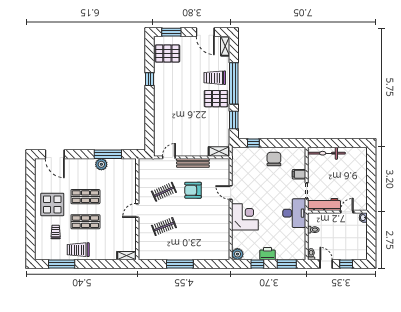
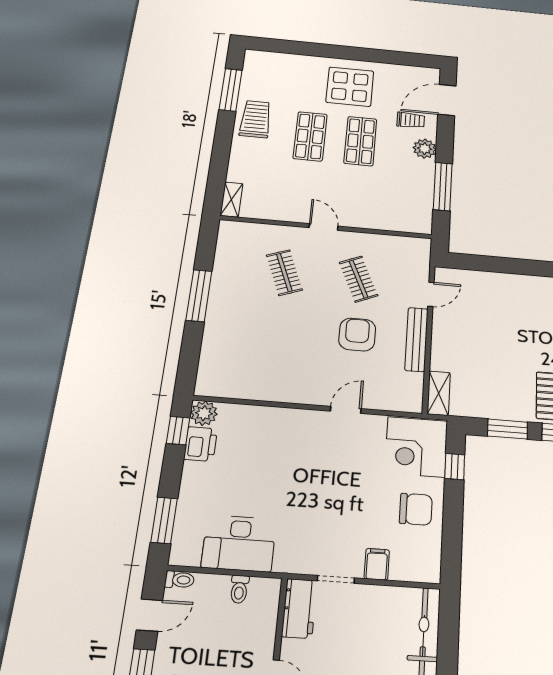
door: (169, 157) -> (431, 294), hinge flipped
plant: (101, 164) -> (425, 149), moved
workbench: (324, 205) -> (299, 608), width x0.73
desk: (294, 213) -> (239, 543), moved
corner desk: (245, 217) -> (416, 447), moved, turned 90
trolley: (56, 232) -> (411, 120), moved
printer: (267, 254) -> (201, 444), moved
window: (257, 264) -> (178, 431), moved

